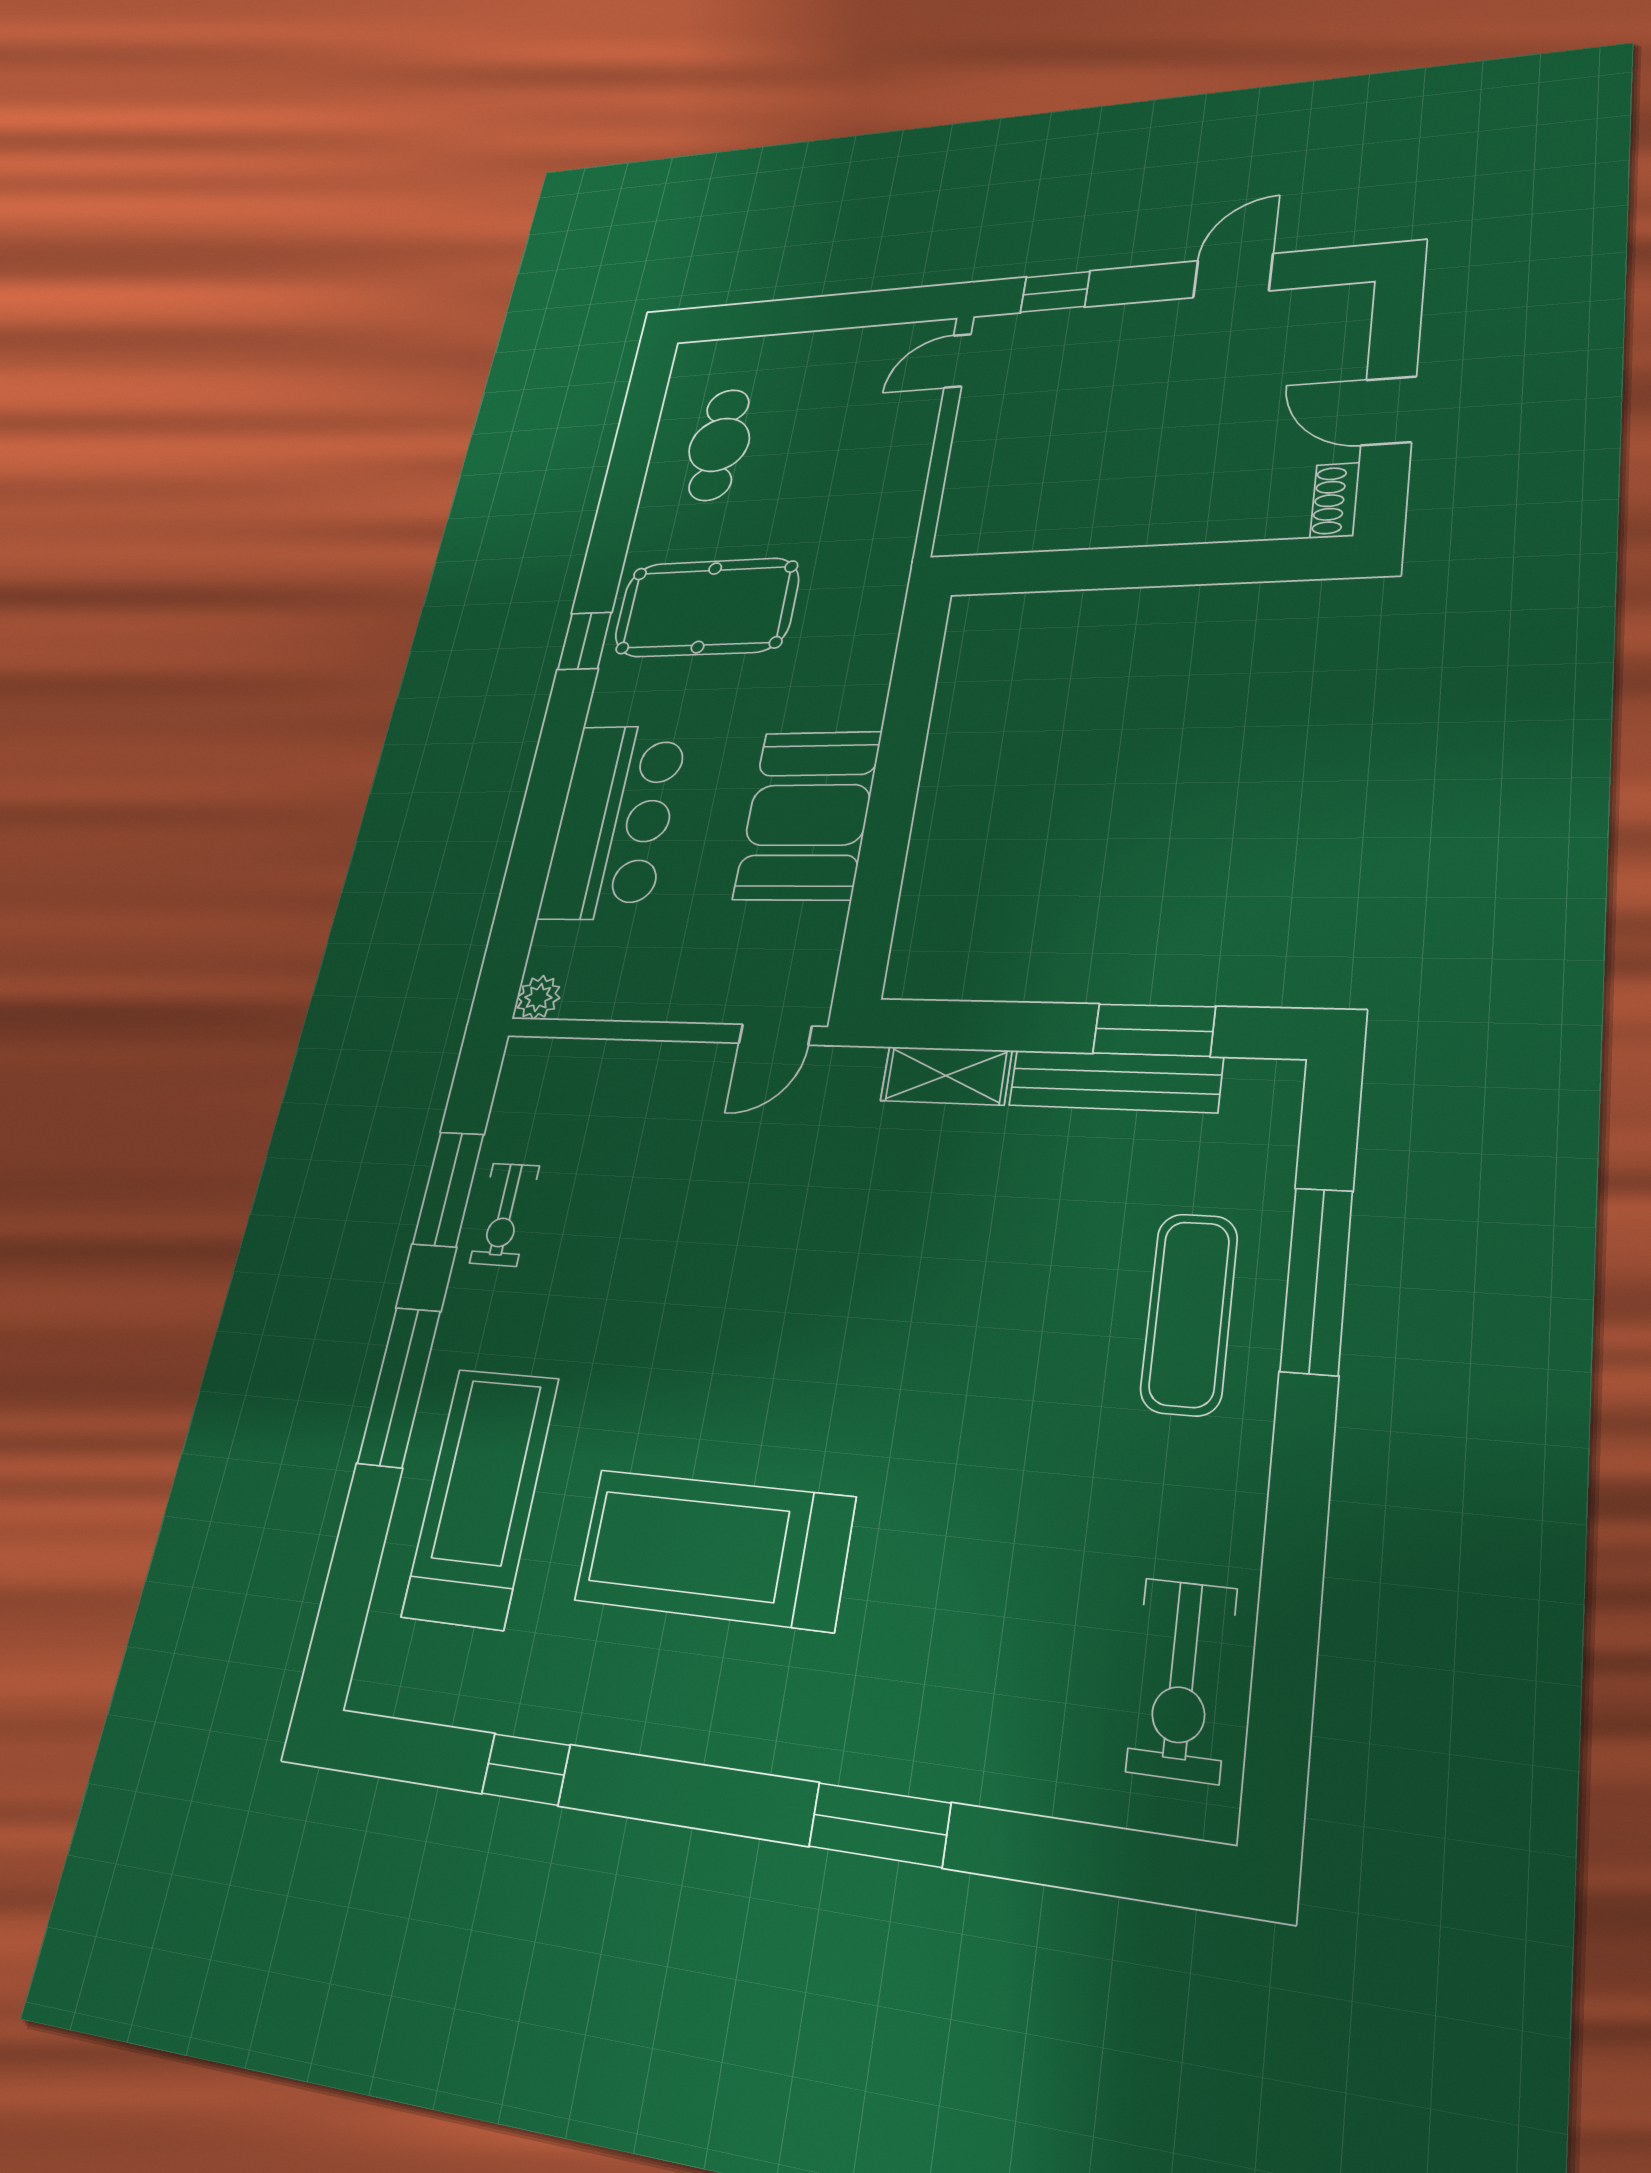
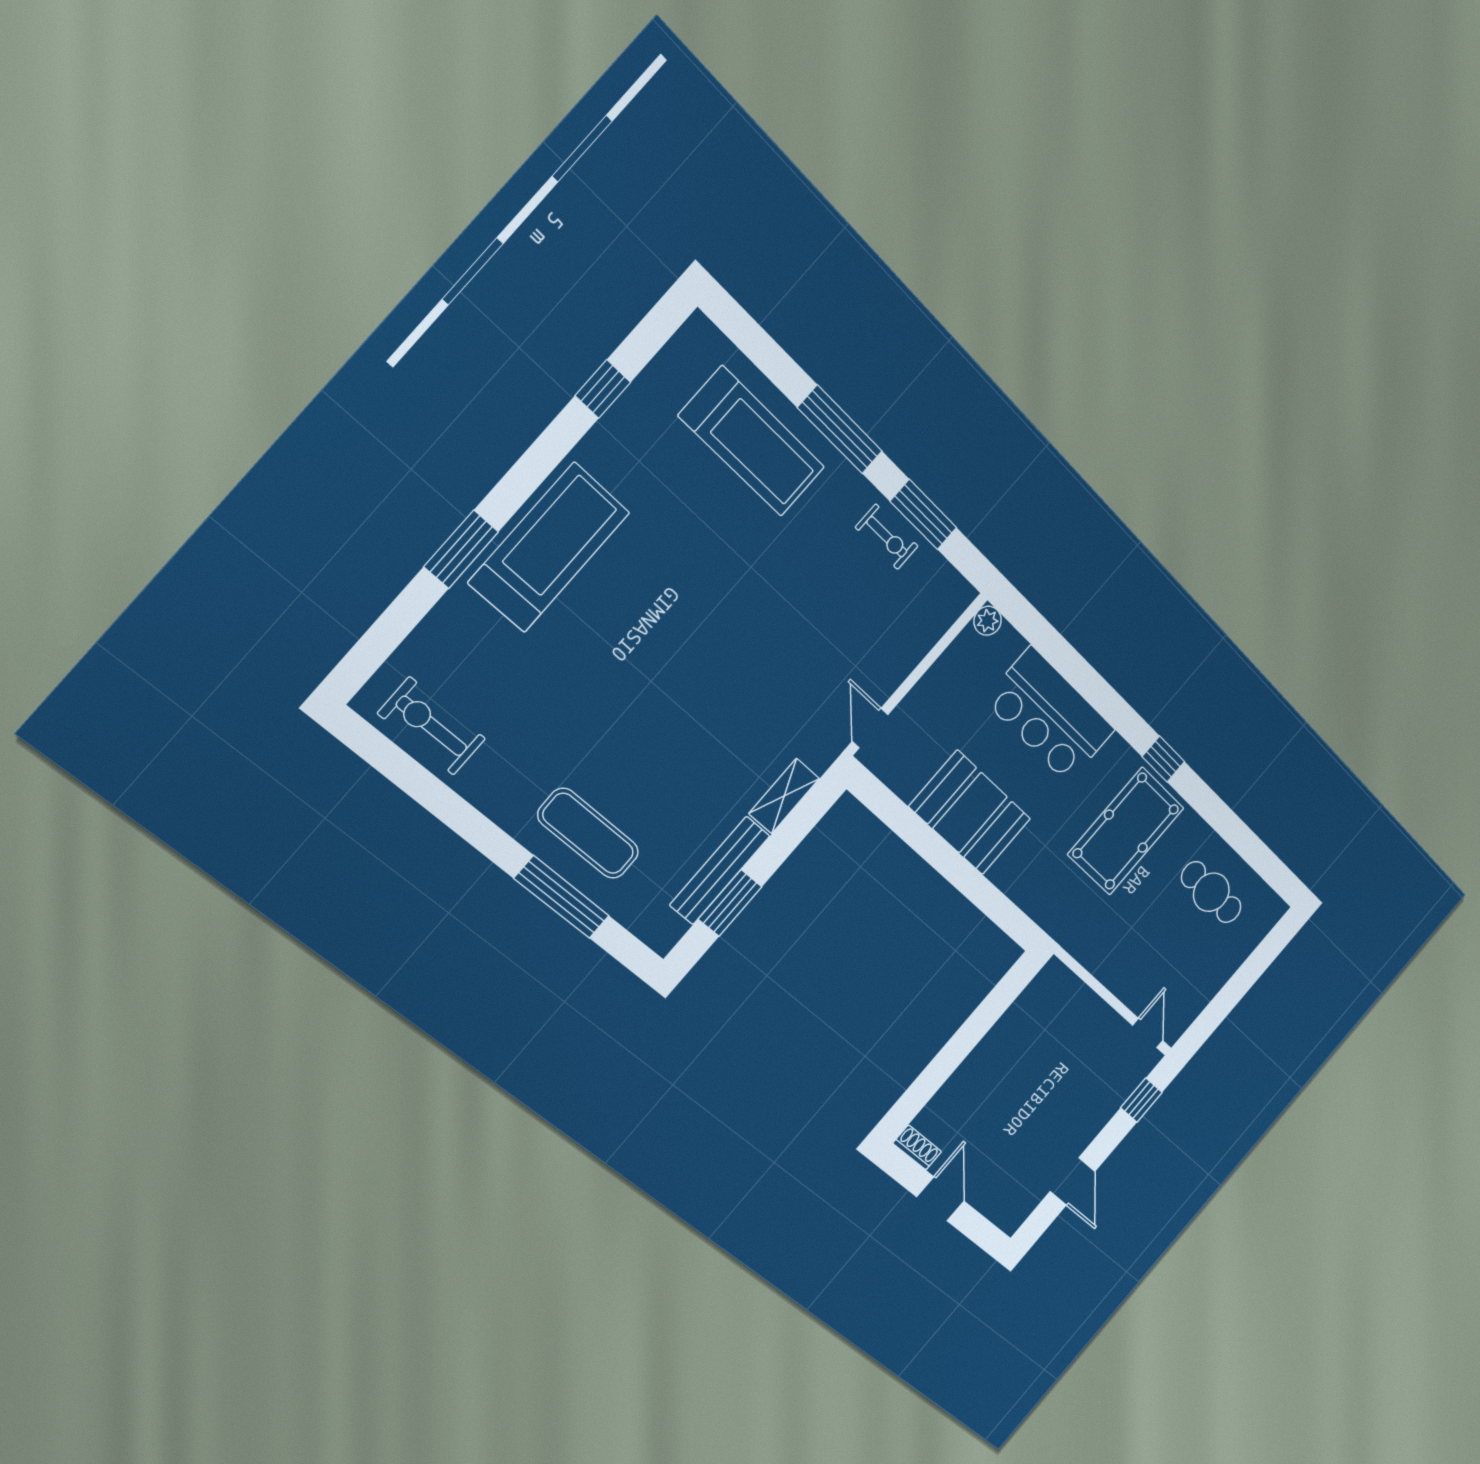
door: (1389, 411) -> (940, 1199), hinge flipped
exercise bike: (505, 1214) -> (887, 537), turned 180
treadmill: (714, 1549) -> (549, 547), moved

